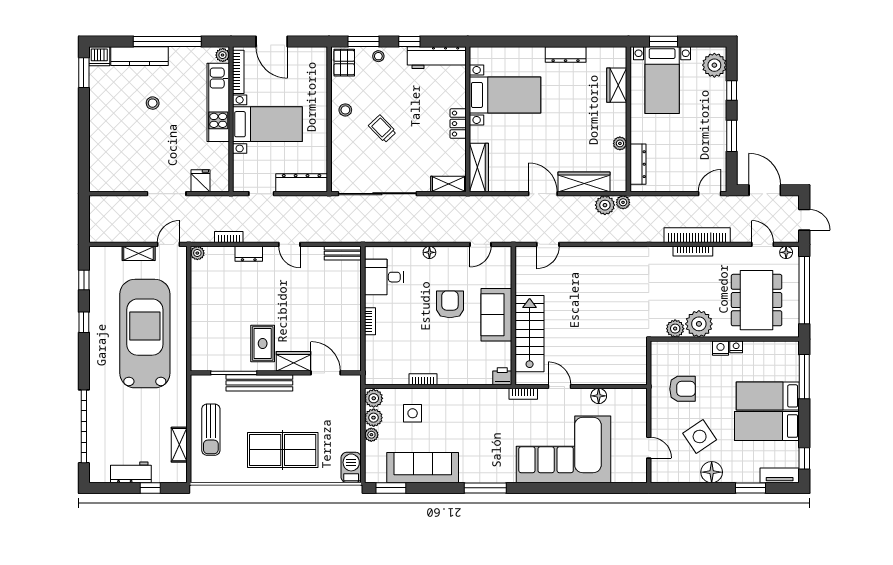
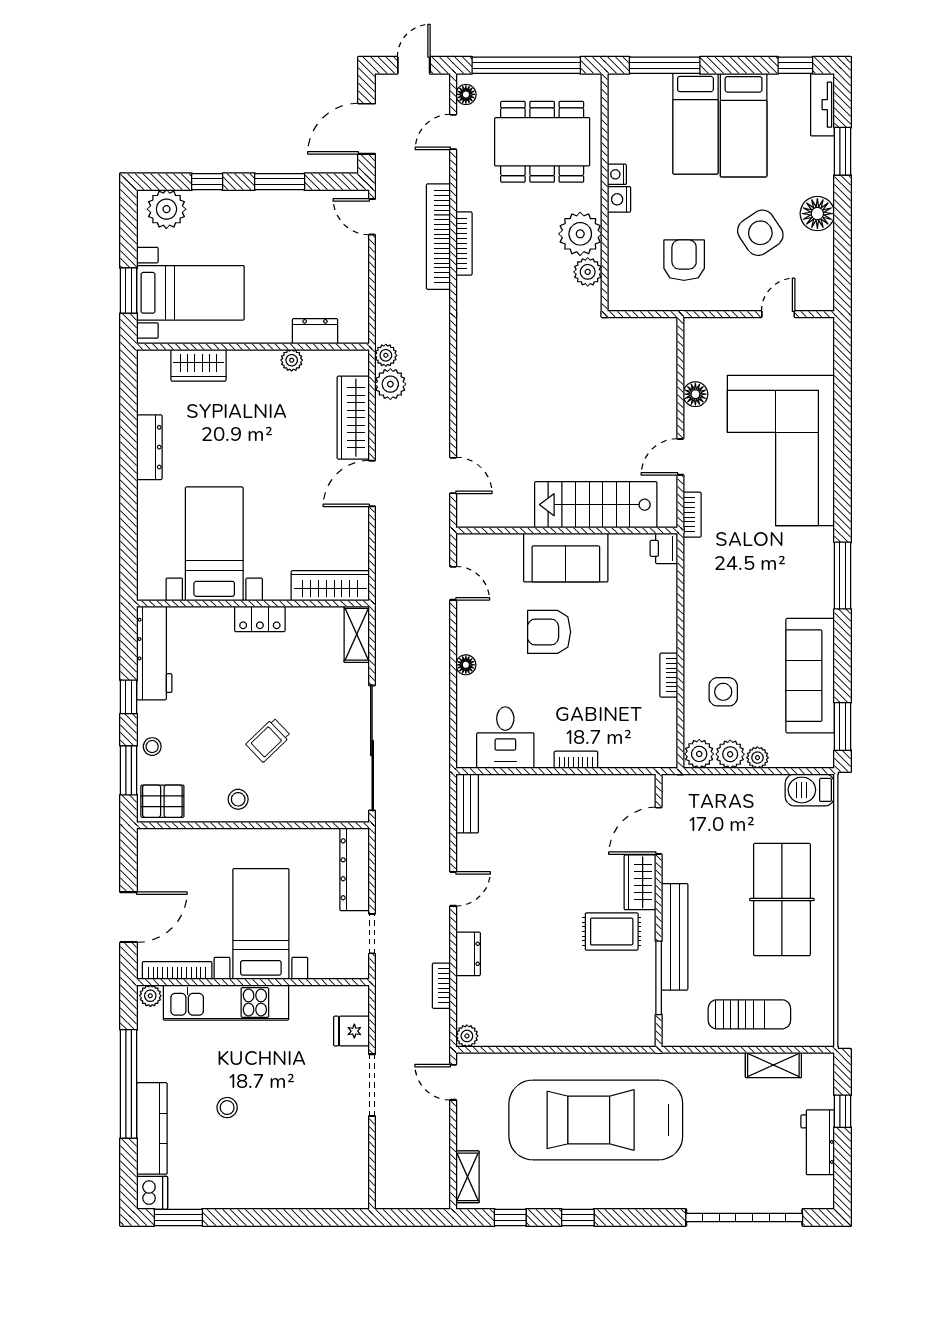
dresser: (638, 164) -> (315, 331), width x0.70
shelving: (139, 253) -> (467, 1177), moved

